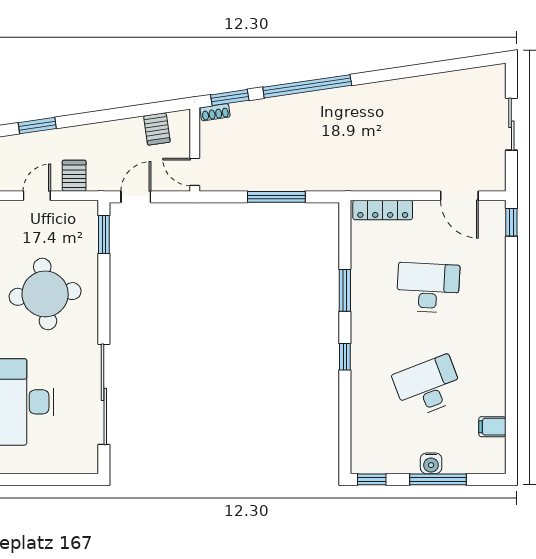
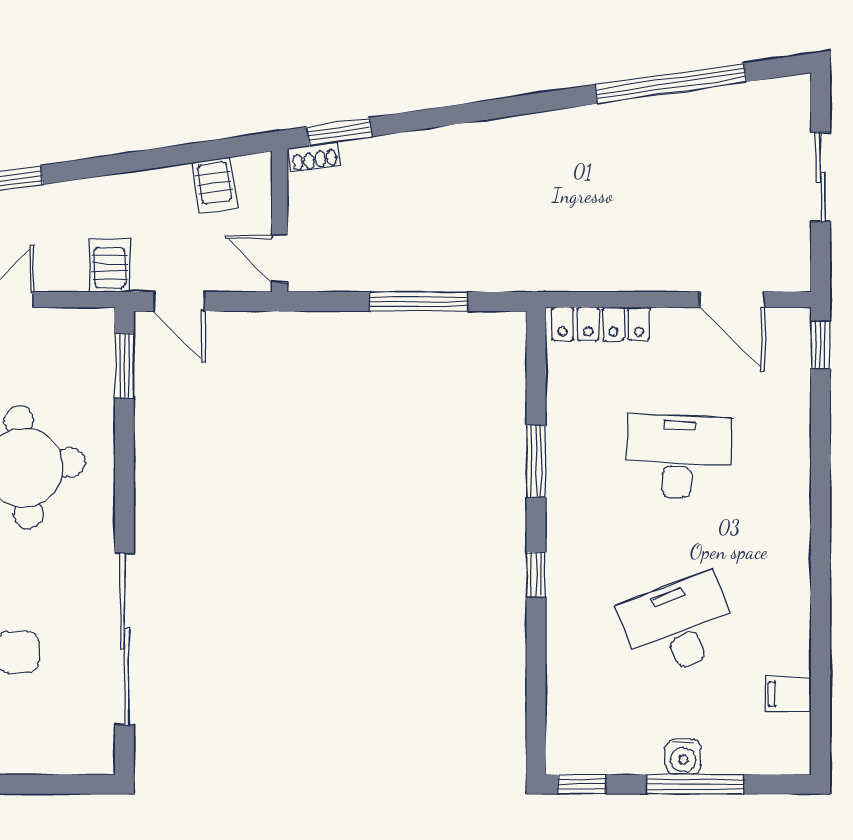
window: (307, 86) -> (671, 83), moved
server rack: (74, 176) -> (110, 265), moved
door: (136, 197) -> (179, 301), swing flipped

